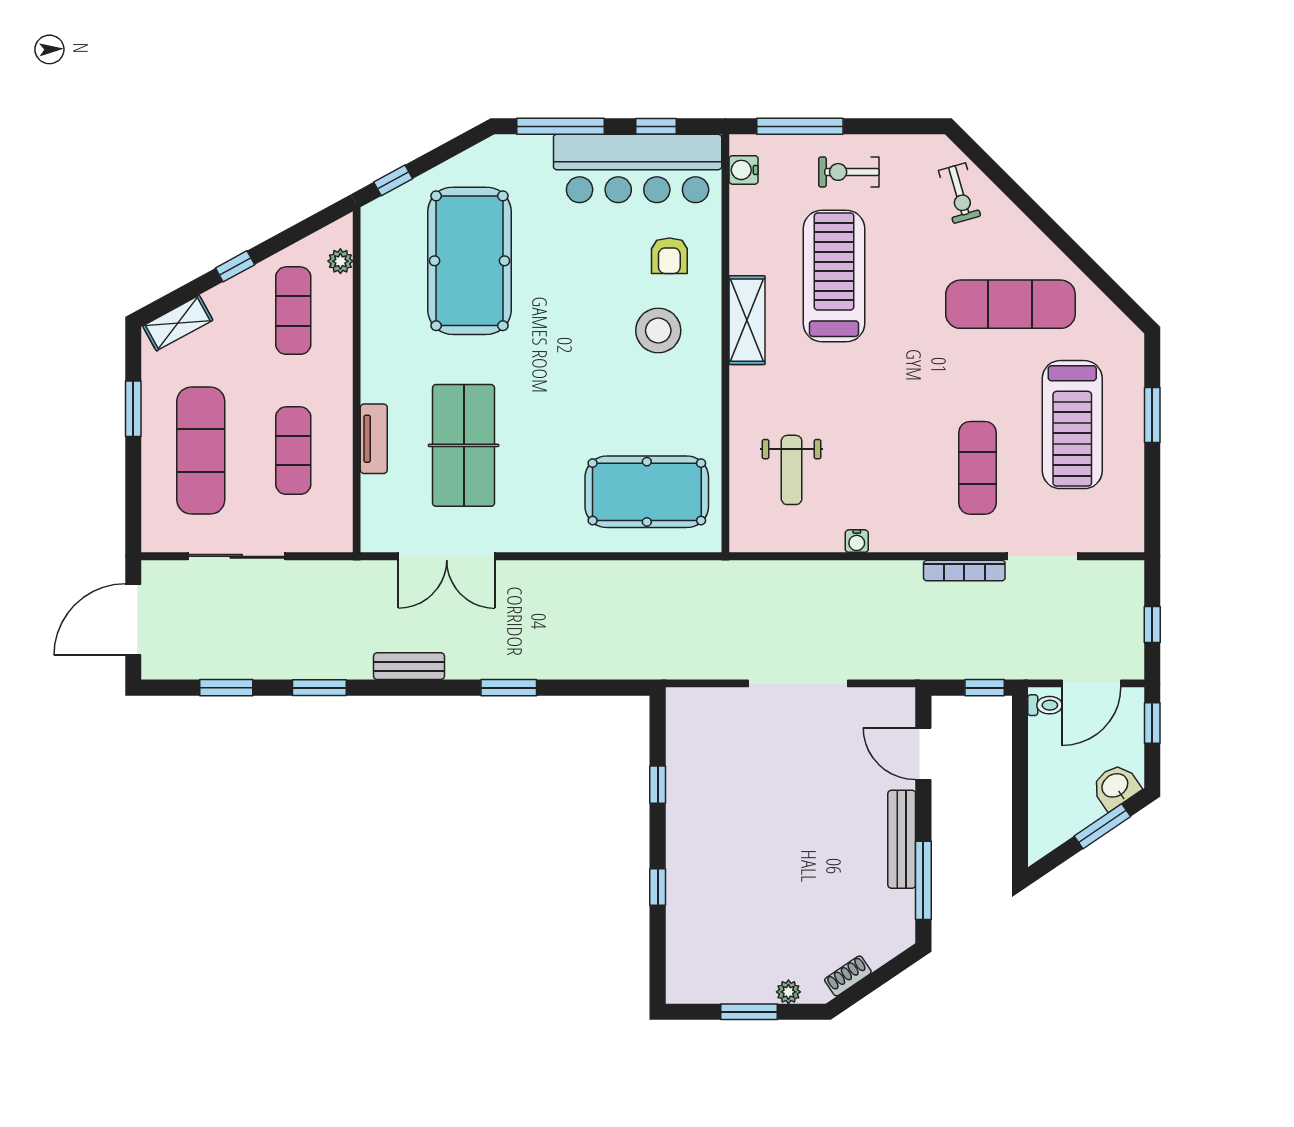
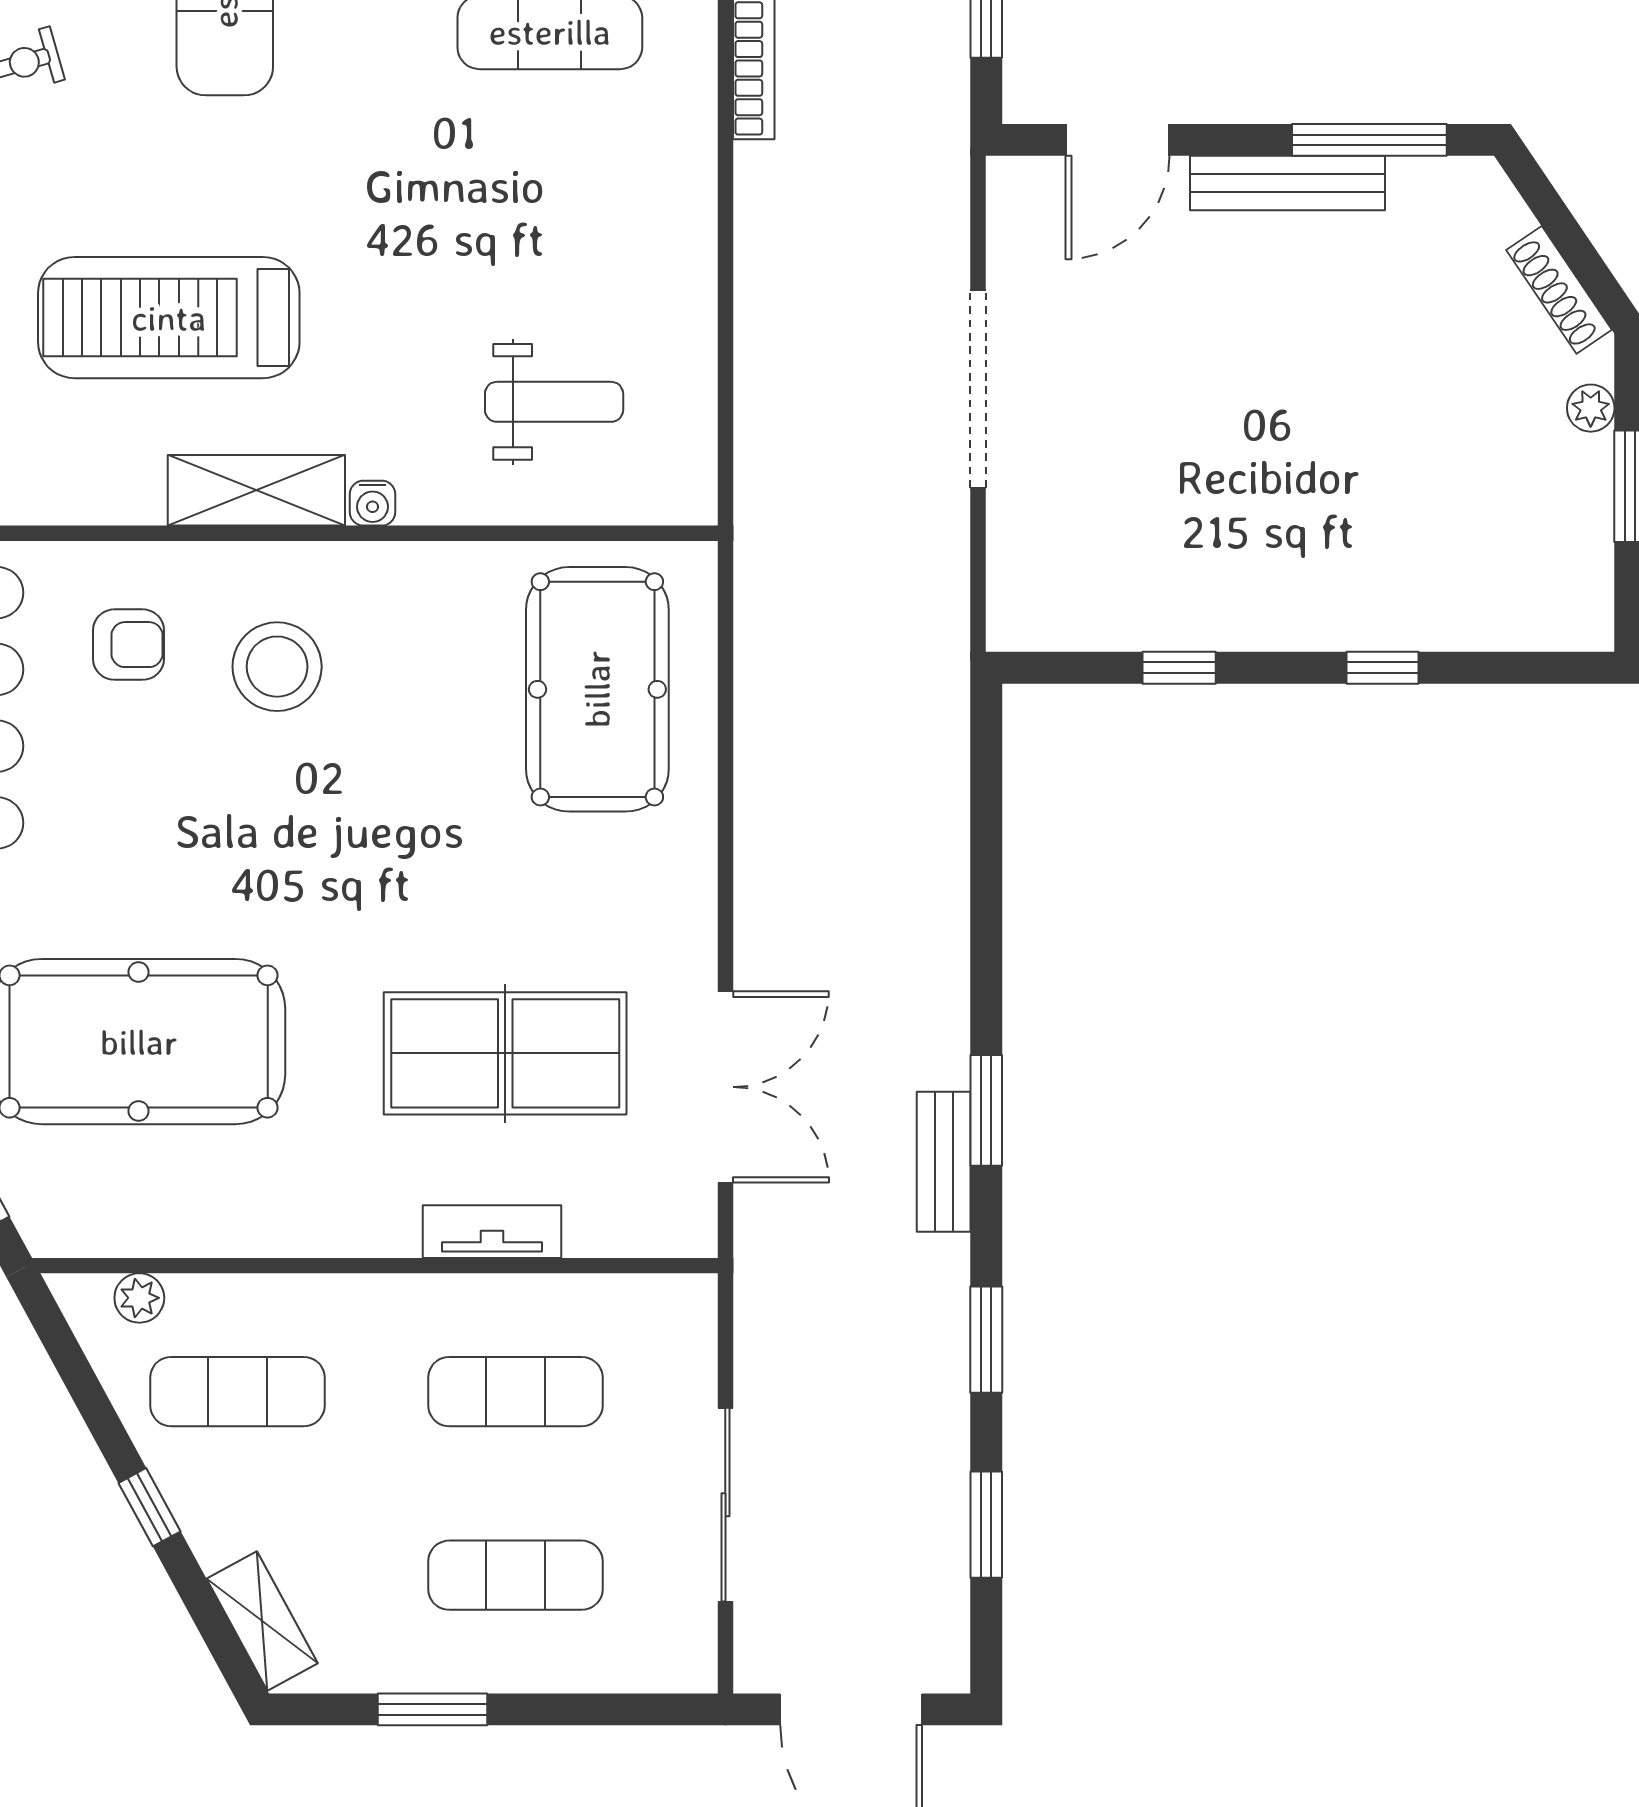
exercise mat: (201, 451) -> (515, 1575), width x0.73, depth x0.69
water cooler: (857, 541) -> (373, 503), moved, turned 90
window: (509, 688) -> (986, 1110), moved
shoe rack: (848, 976) -> (1559, 290), width x1.43

